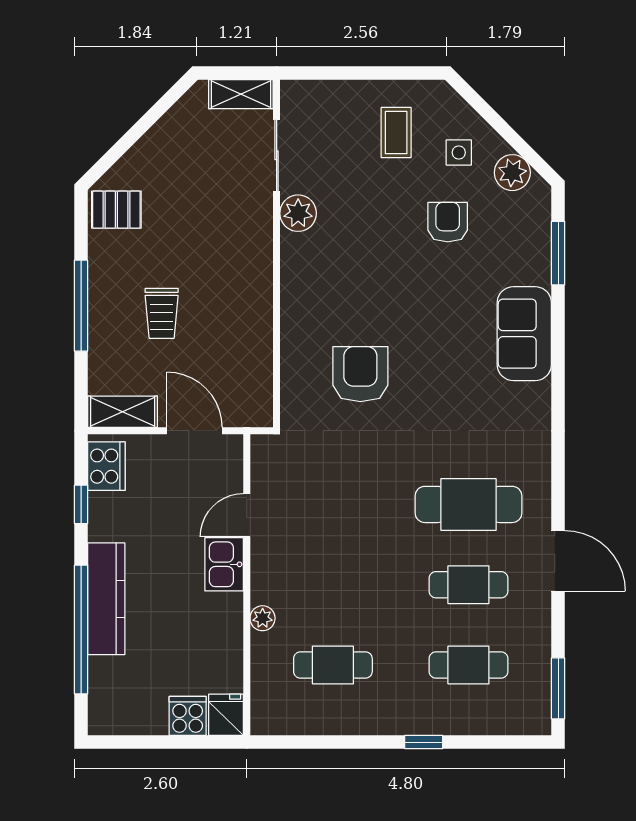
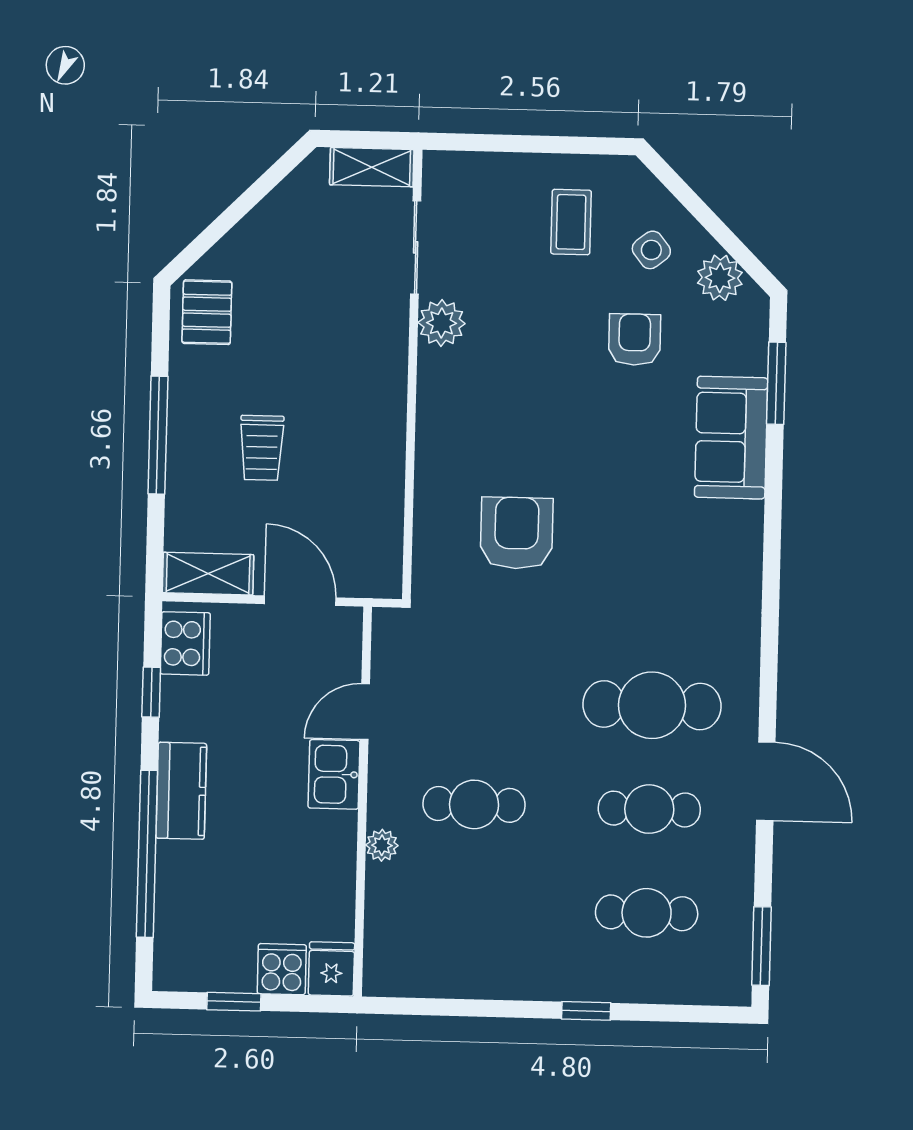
side table: (459, 152) -> (651, 250), turned -38
pallet: (116, 210) -> (207, 312), turned 90
sofa: (524, 334) -> (731, 438), moved
kitchen counter: (106, 599) -> (181, 791), width x0.67
cafe table: (333, 665) -> (474, 804), moved
window: (151, 742) -> (234, 1002), added

